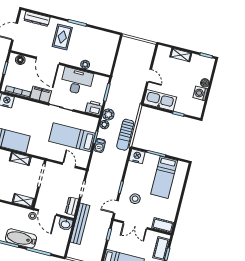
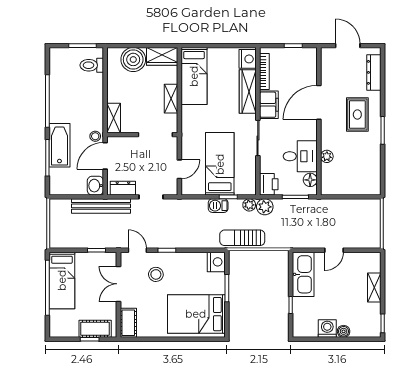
rug: (62, 37) -> (357, 115), turned 90
floor lamp: (20, 60) -> (310, 180), moved
desk: (77, 81) -> (300, 156), width x0.73
wardrobe: (28, 106) -> (248, 91), added
bed: (164, 177) -> (196, 314), width x1.50
bathtub: (21, 238) -> (59, 145), moved

